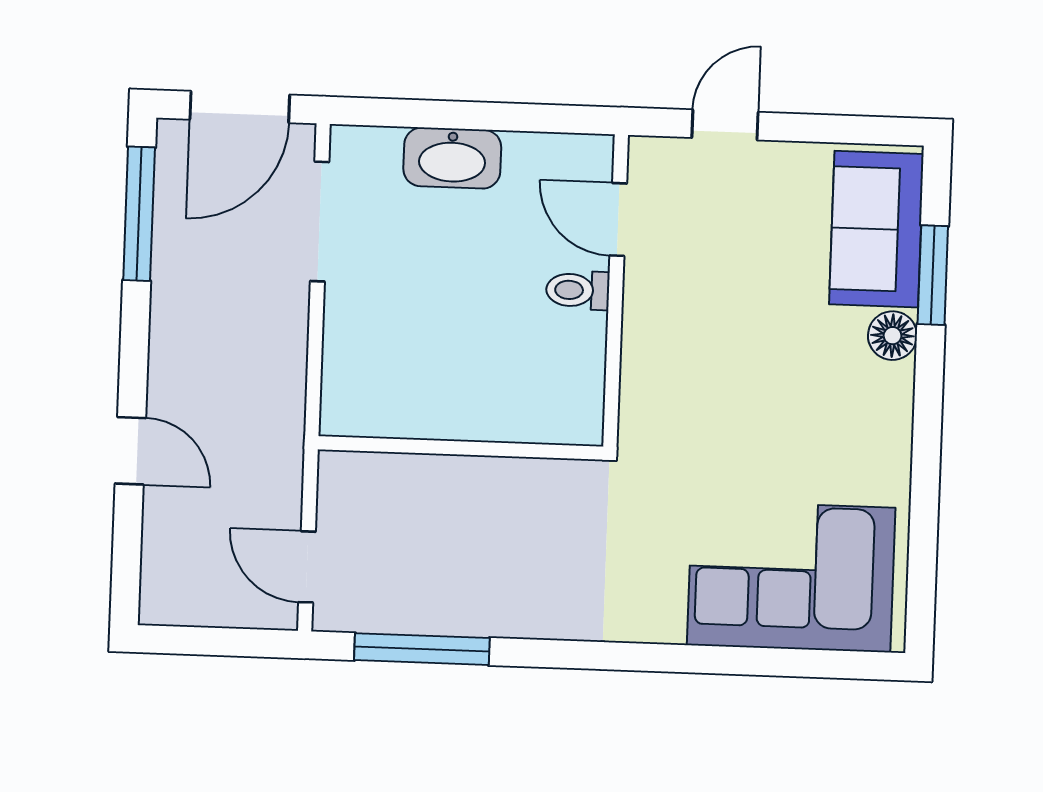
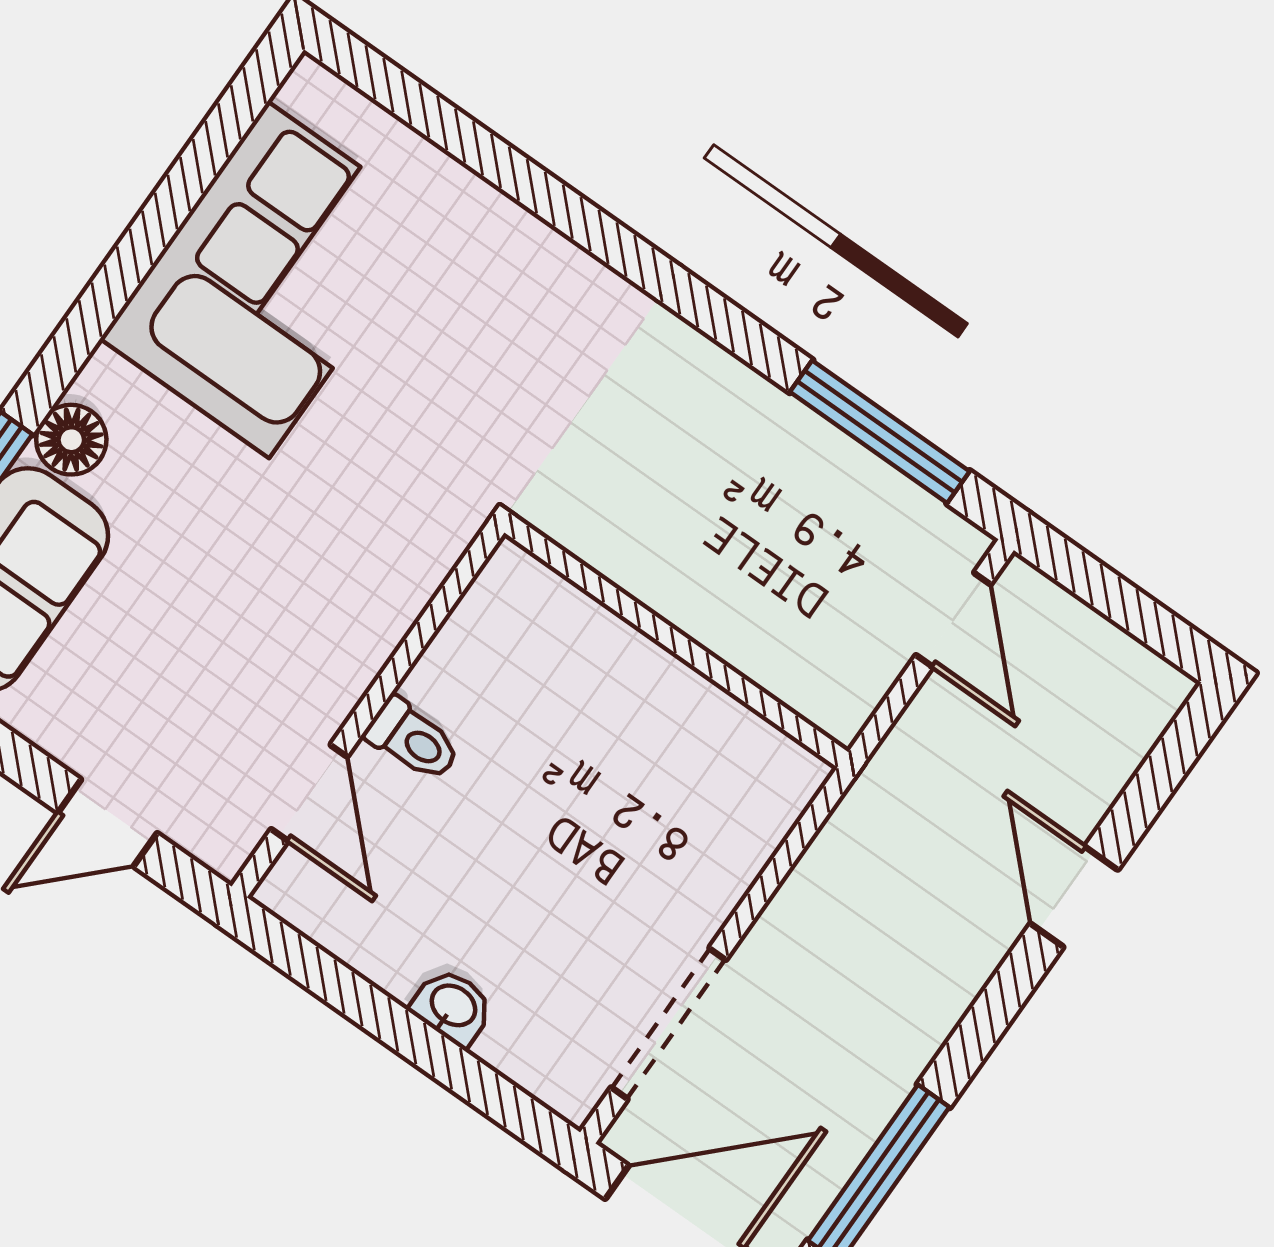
washbasin: (452, 158) -> (452, 1007), width x0.52, depth x0.69
corner sofa: (791, 576) -> (268, 280), moved, turned -90

